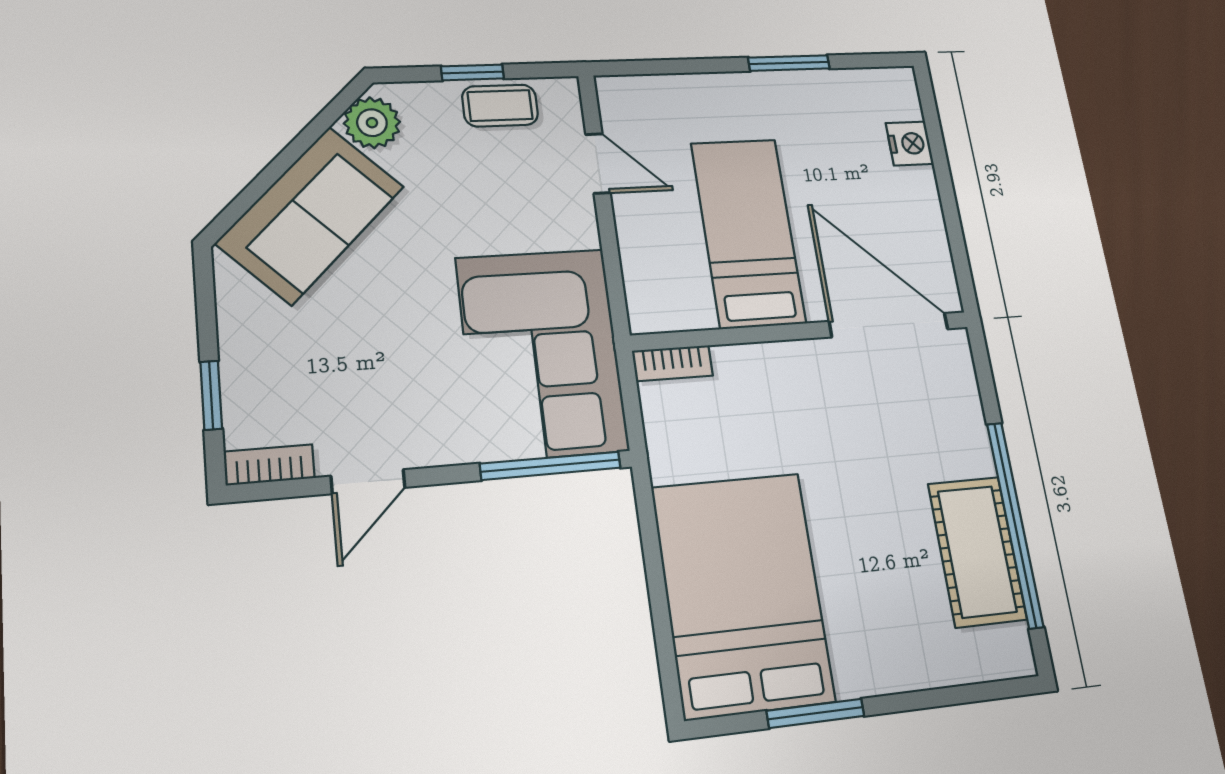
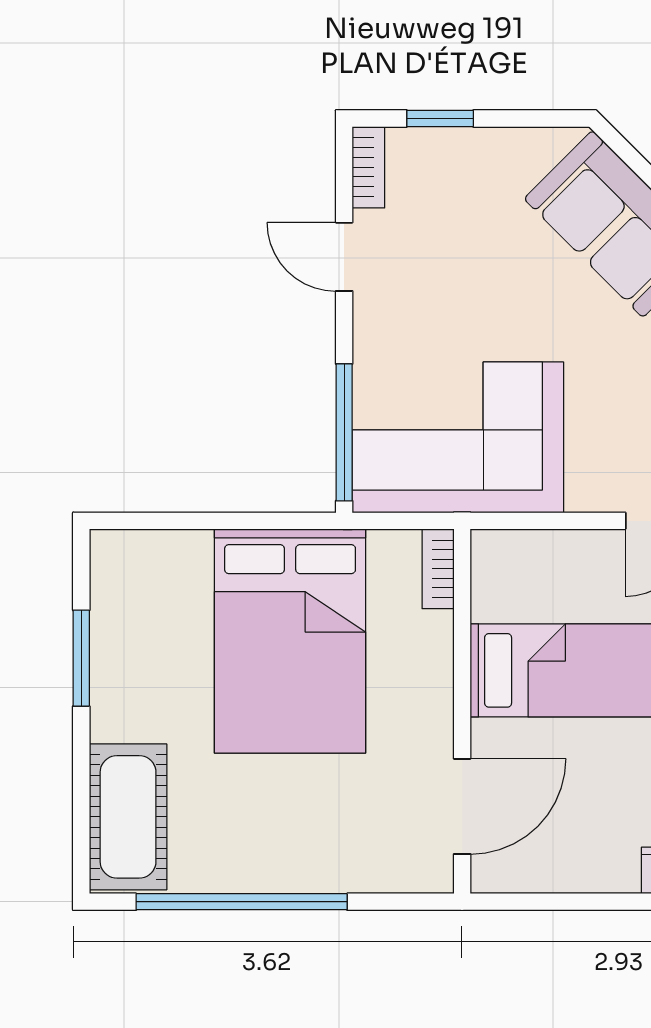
door: (889, 325) -> (462, 806), width x0.73
cot: (977, 551) -> (128, 817), moved, turned 90
bed: (743, 594) -> (290, 641), moved, turned 90

